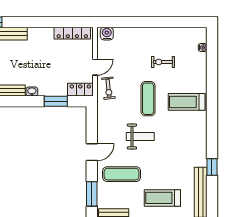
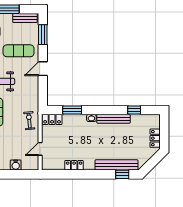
locker: (72, 33) -> (74, 165), moved, width x0.66
water cooler: (107, 34) -> (16, 165), moved
door: (95, 67) -> (40, 149), moved

